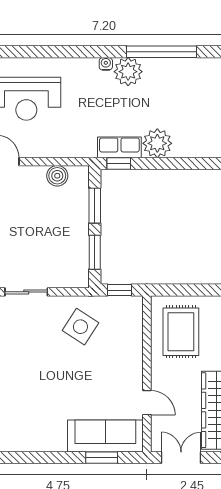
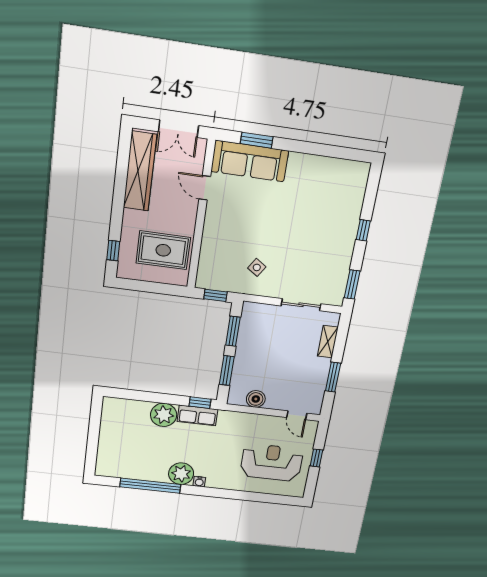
side table: (80, 327) -> (257, 267), width x0.54, depth x0.54
rug: (181, 332) -> (163, 250), turned 90

